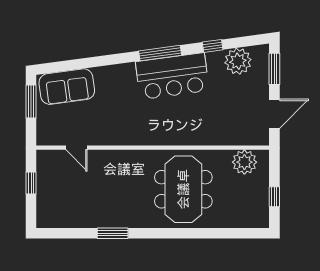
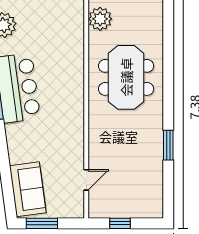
meeting table: (183, 189) -> (126, 77), turned 90

